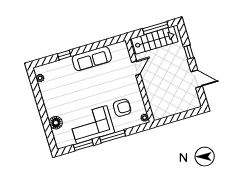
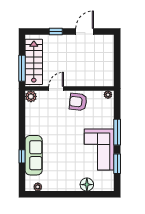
window: (156, 28) -> (22, 68), moved
plant: (122, 47) -> (31, 96), added
sofa: (92, 59) -> (34, 155), moved
door: (136, 68) -> (56, 89), hinge flipped
armchair: (122, 108) -> (78, 102), moved, turned -84

